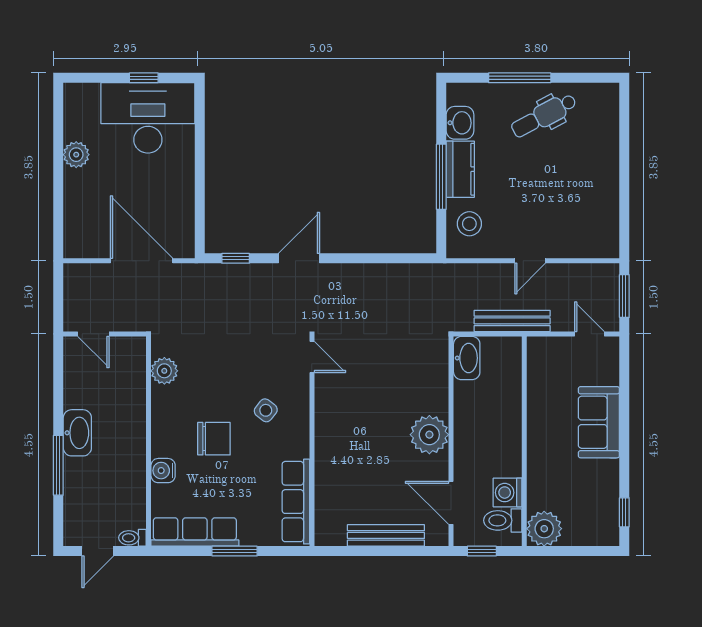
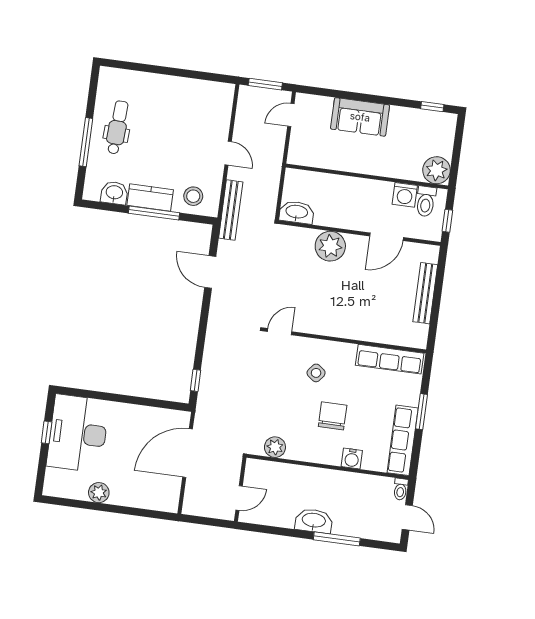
dental chair: (544, 116) -> (117, 127), turned -149
door: (299, 258) -> (210, 272), moved
bench: (512, 321) -> (231, 210), moved
plant: (429, 435) -> (330, 246), moved
door: (451, 503) -> (387, 237), moved

